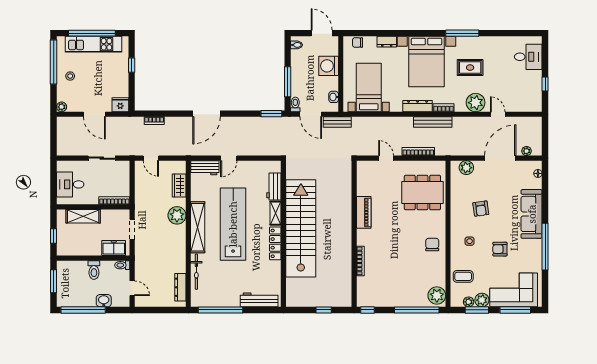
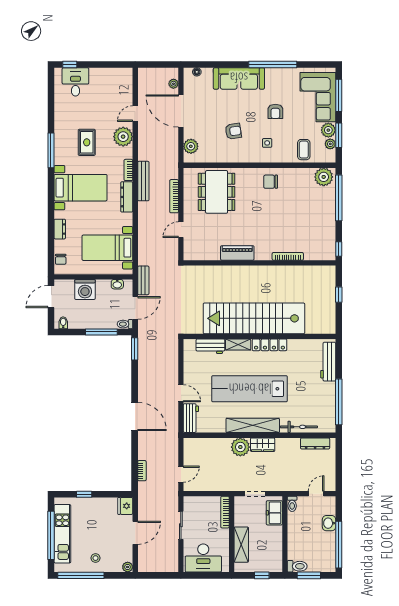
bed with nightstands: (427, 62) -> (81, 188), width x0.73
window: (545, 84) -> (70, 64), moved
desk: (70, 184) -> (203, 558), width x1.37
wardrobe: (179, 185) -> (263, 445), moved
toilet: (94, 270) -> (297, 566), moved

